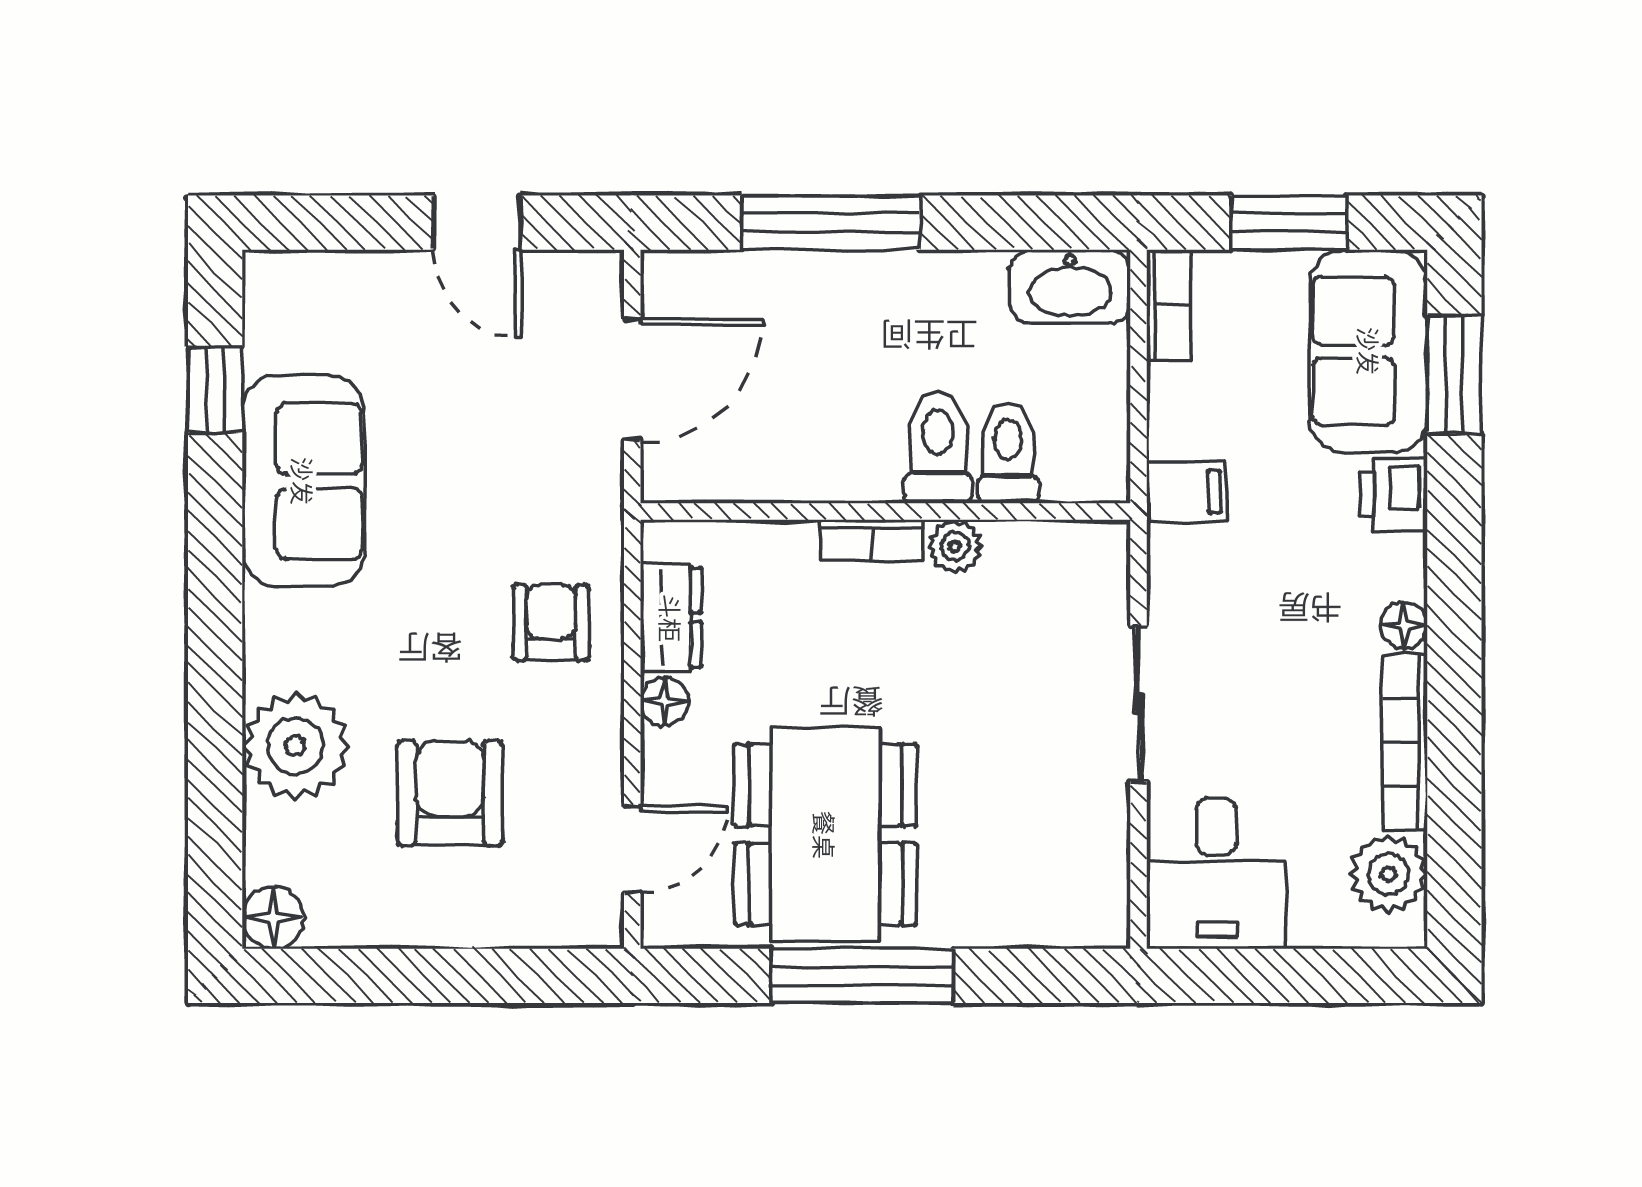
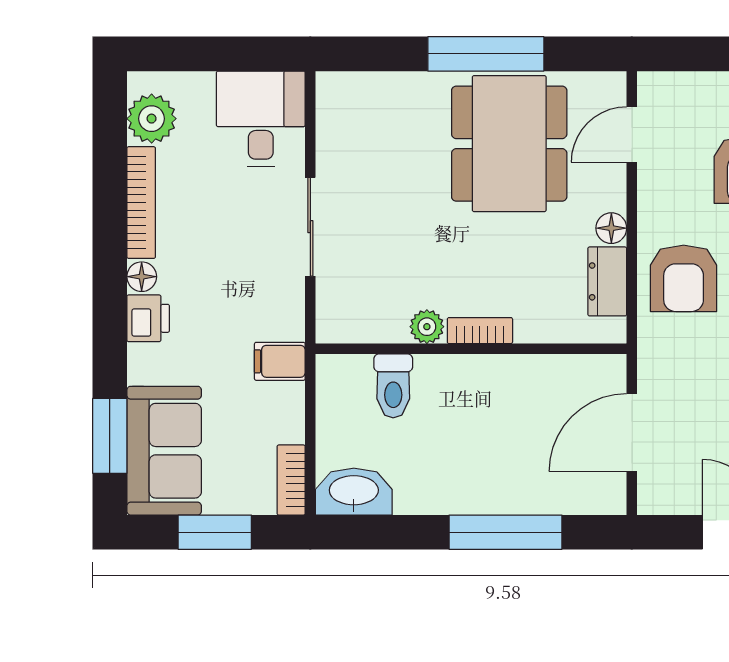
toilet: (938, 448) -> (438, 389), removed
printer: (1394, 495) -> (148, 318), moved
armchair: (551, 622) -> (684, 278), width x1.38, depth x1.38

